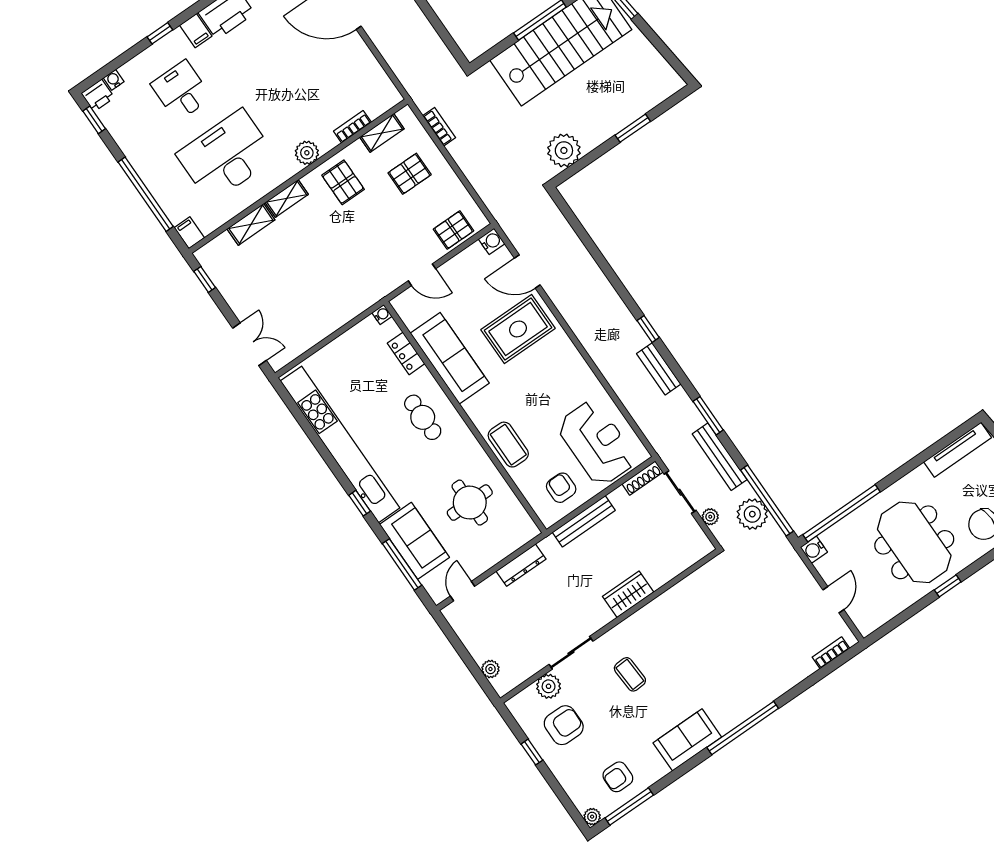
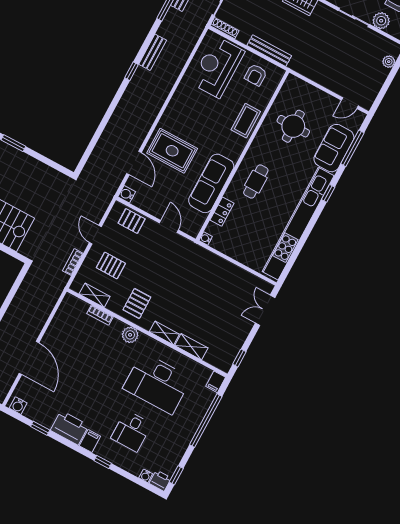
plant: (564, 150) -> (48, 178), removed
door: (460, 174) -> (95, 235), added
dresser: (521, 565) -> (316, 75), removed

